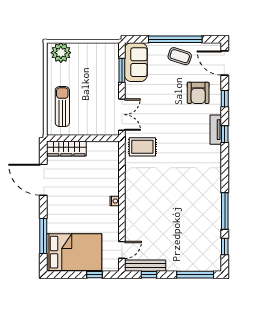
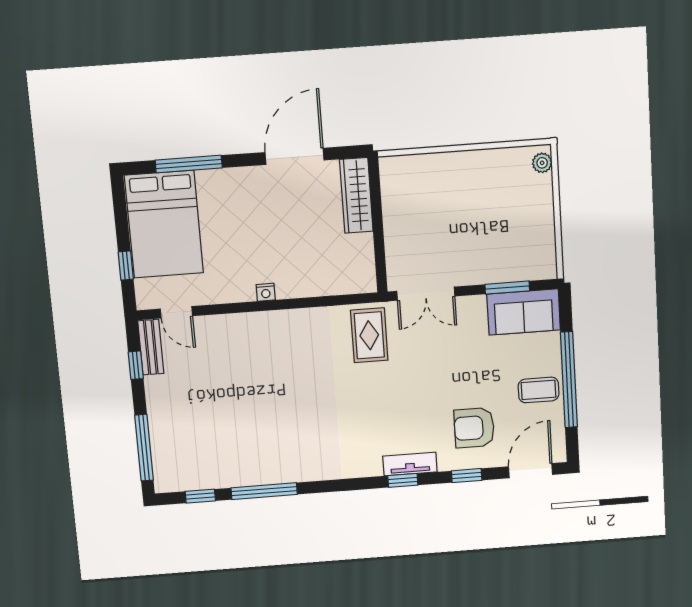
plant: (61, 53) -> (542, 163), width x0.53, depth x0.53
coffee table: (180, 56) -> (539, 390), turned 72
sun lounger: (62, 107) -> (434, 182), removed
bench: (145, 266) -> (151, 347), width x0.73

